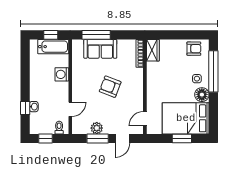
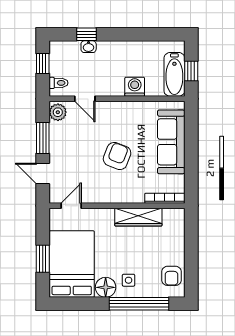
window: (96, 35) -> (191, 136), removed
sofa: (100, 49) -> (171, 142), width x1.36
wardrobe: (153, 50) -> (138, 217), moved, width x1.50
door: (145, 119) -> (71, 206), hinge flipped
plant: (97, 128) -> (58, 112), moved

